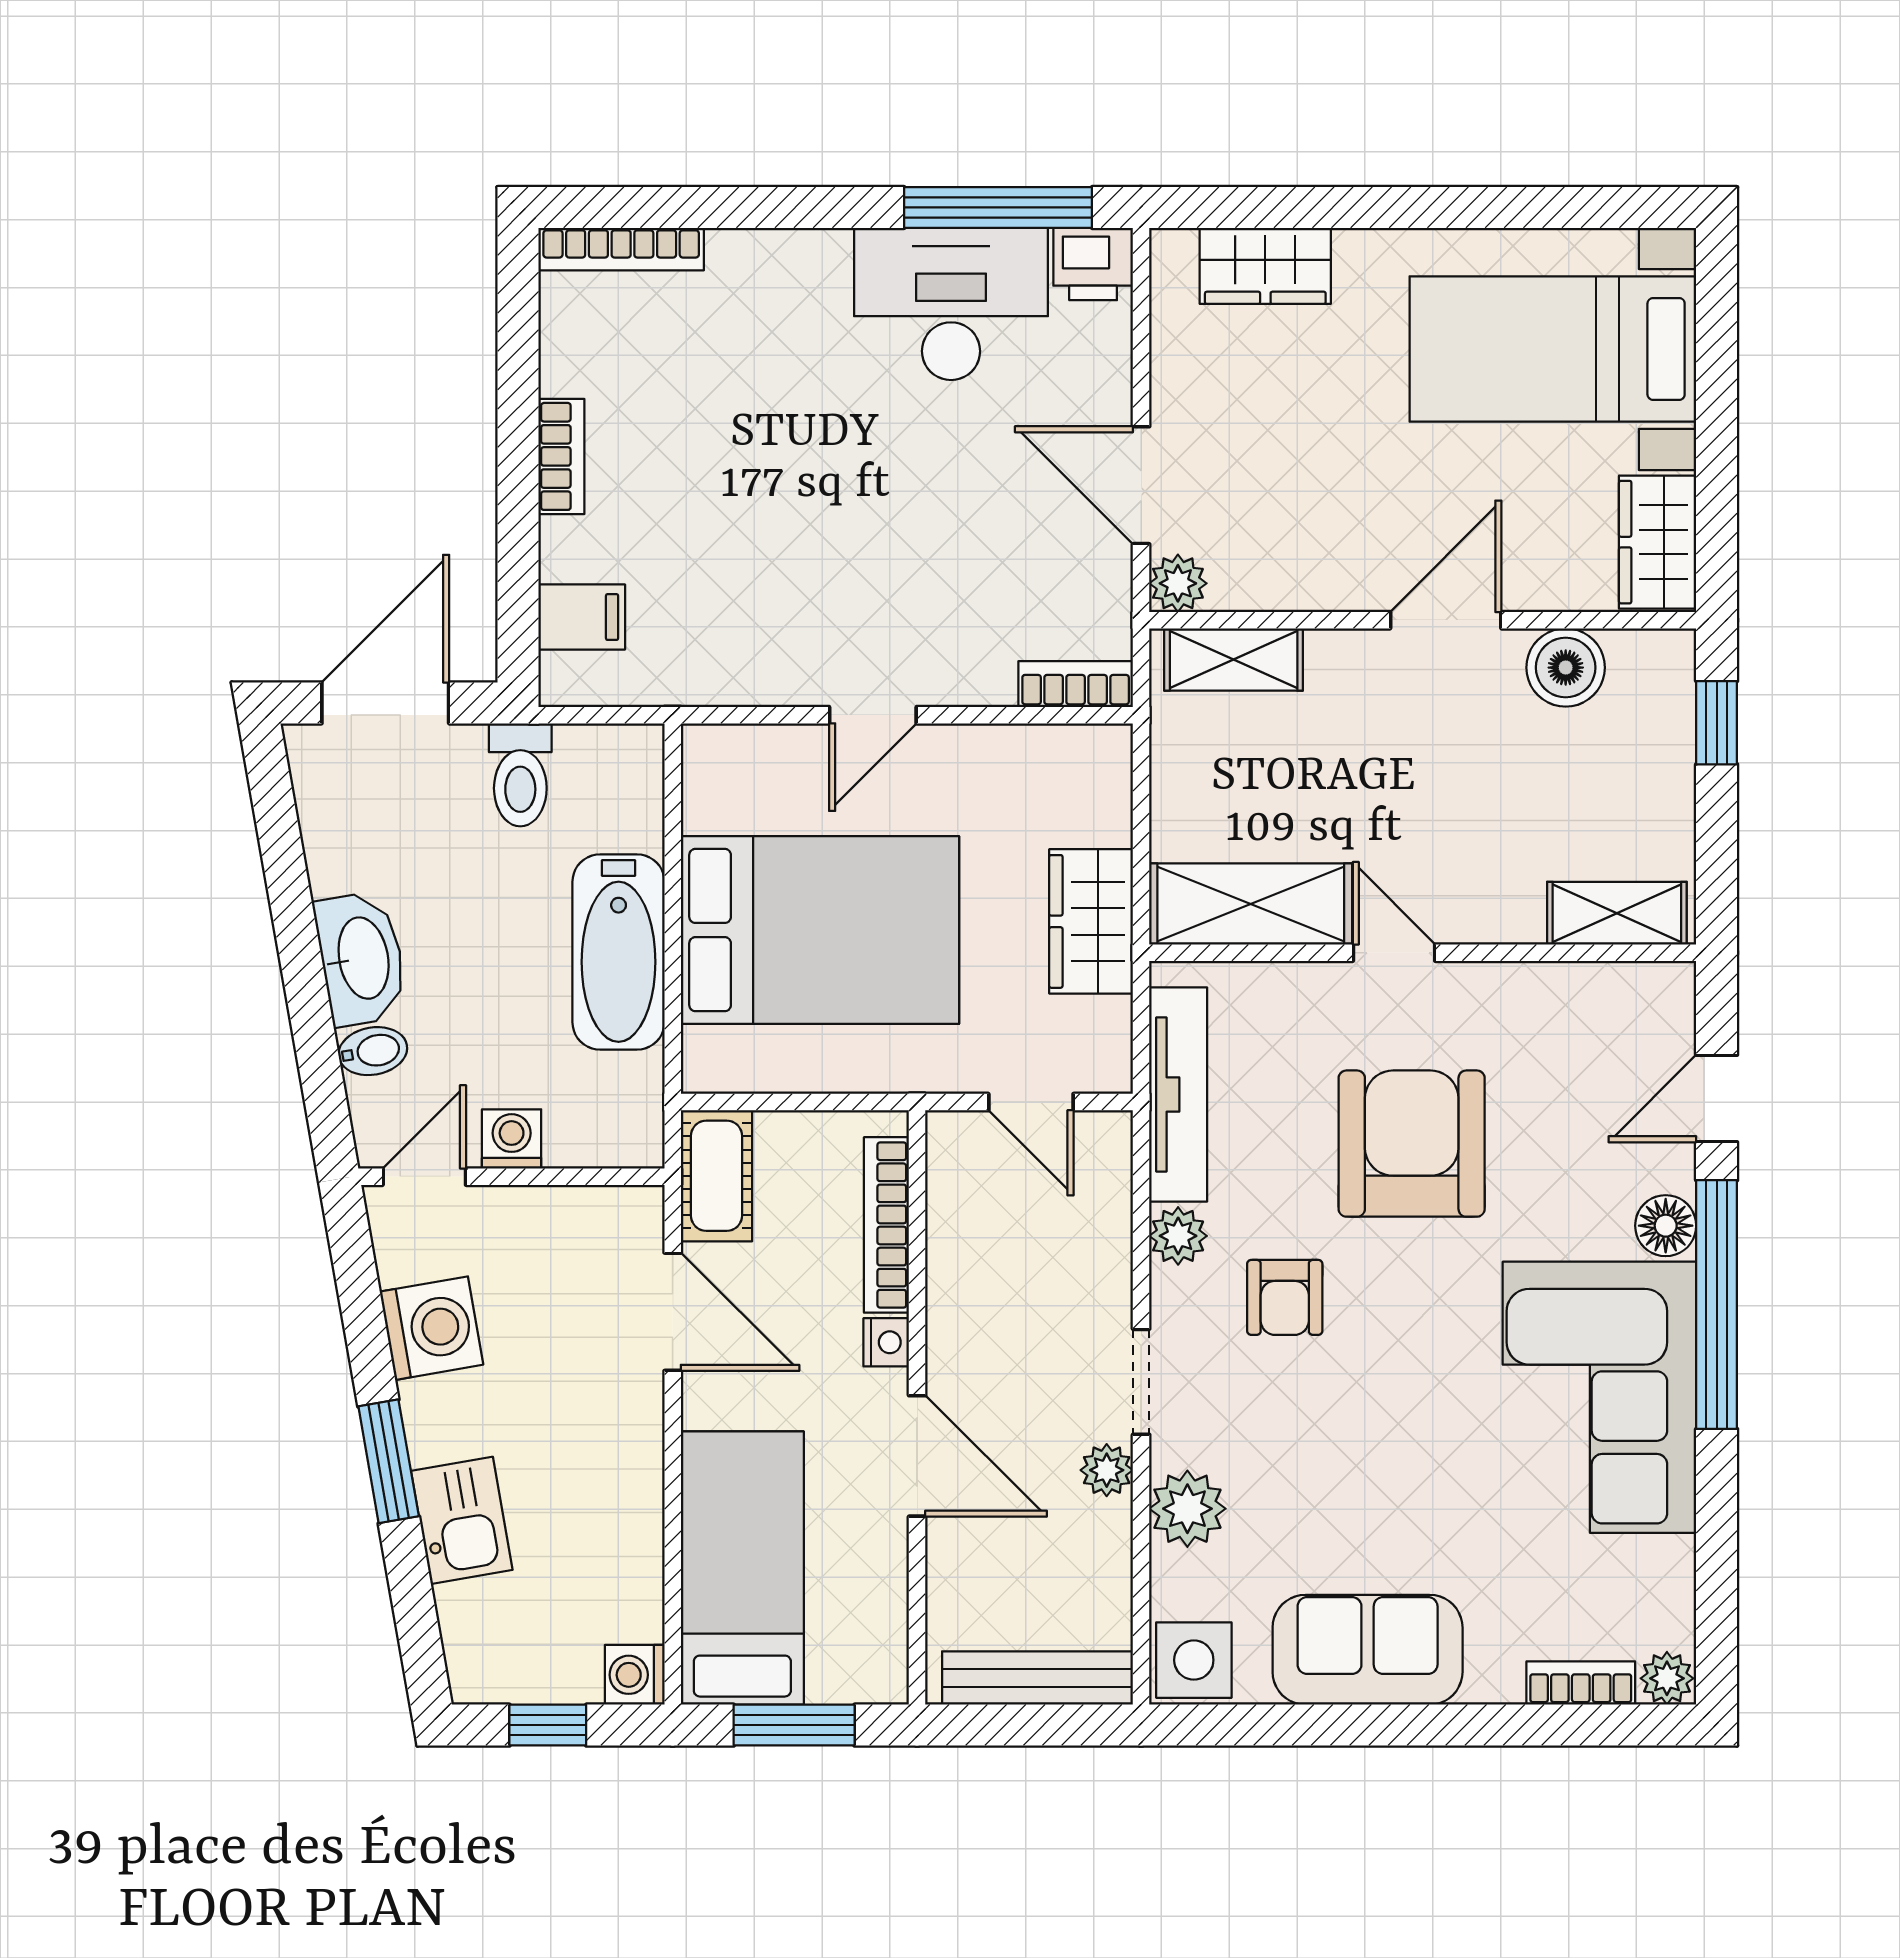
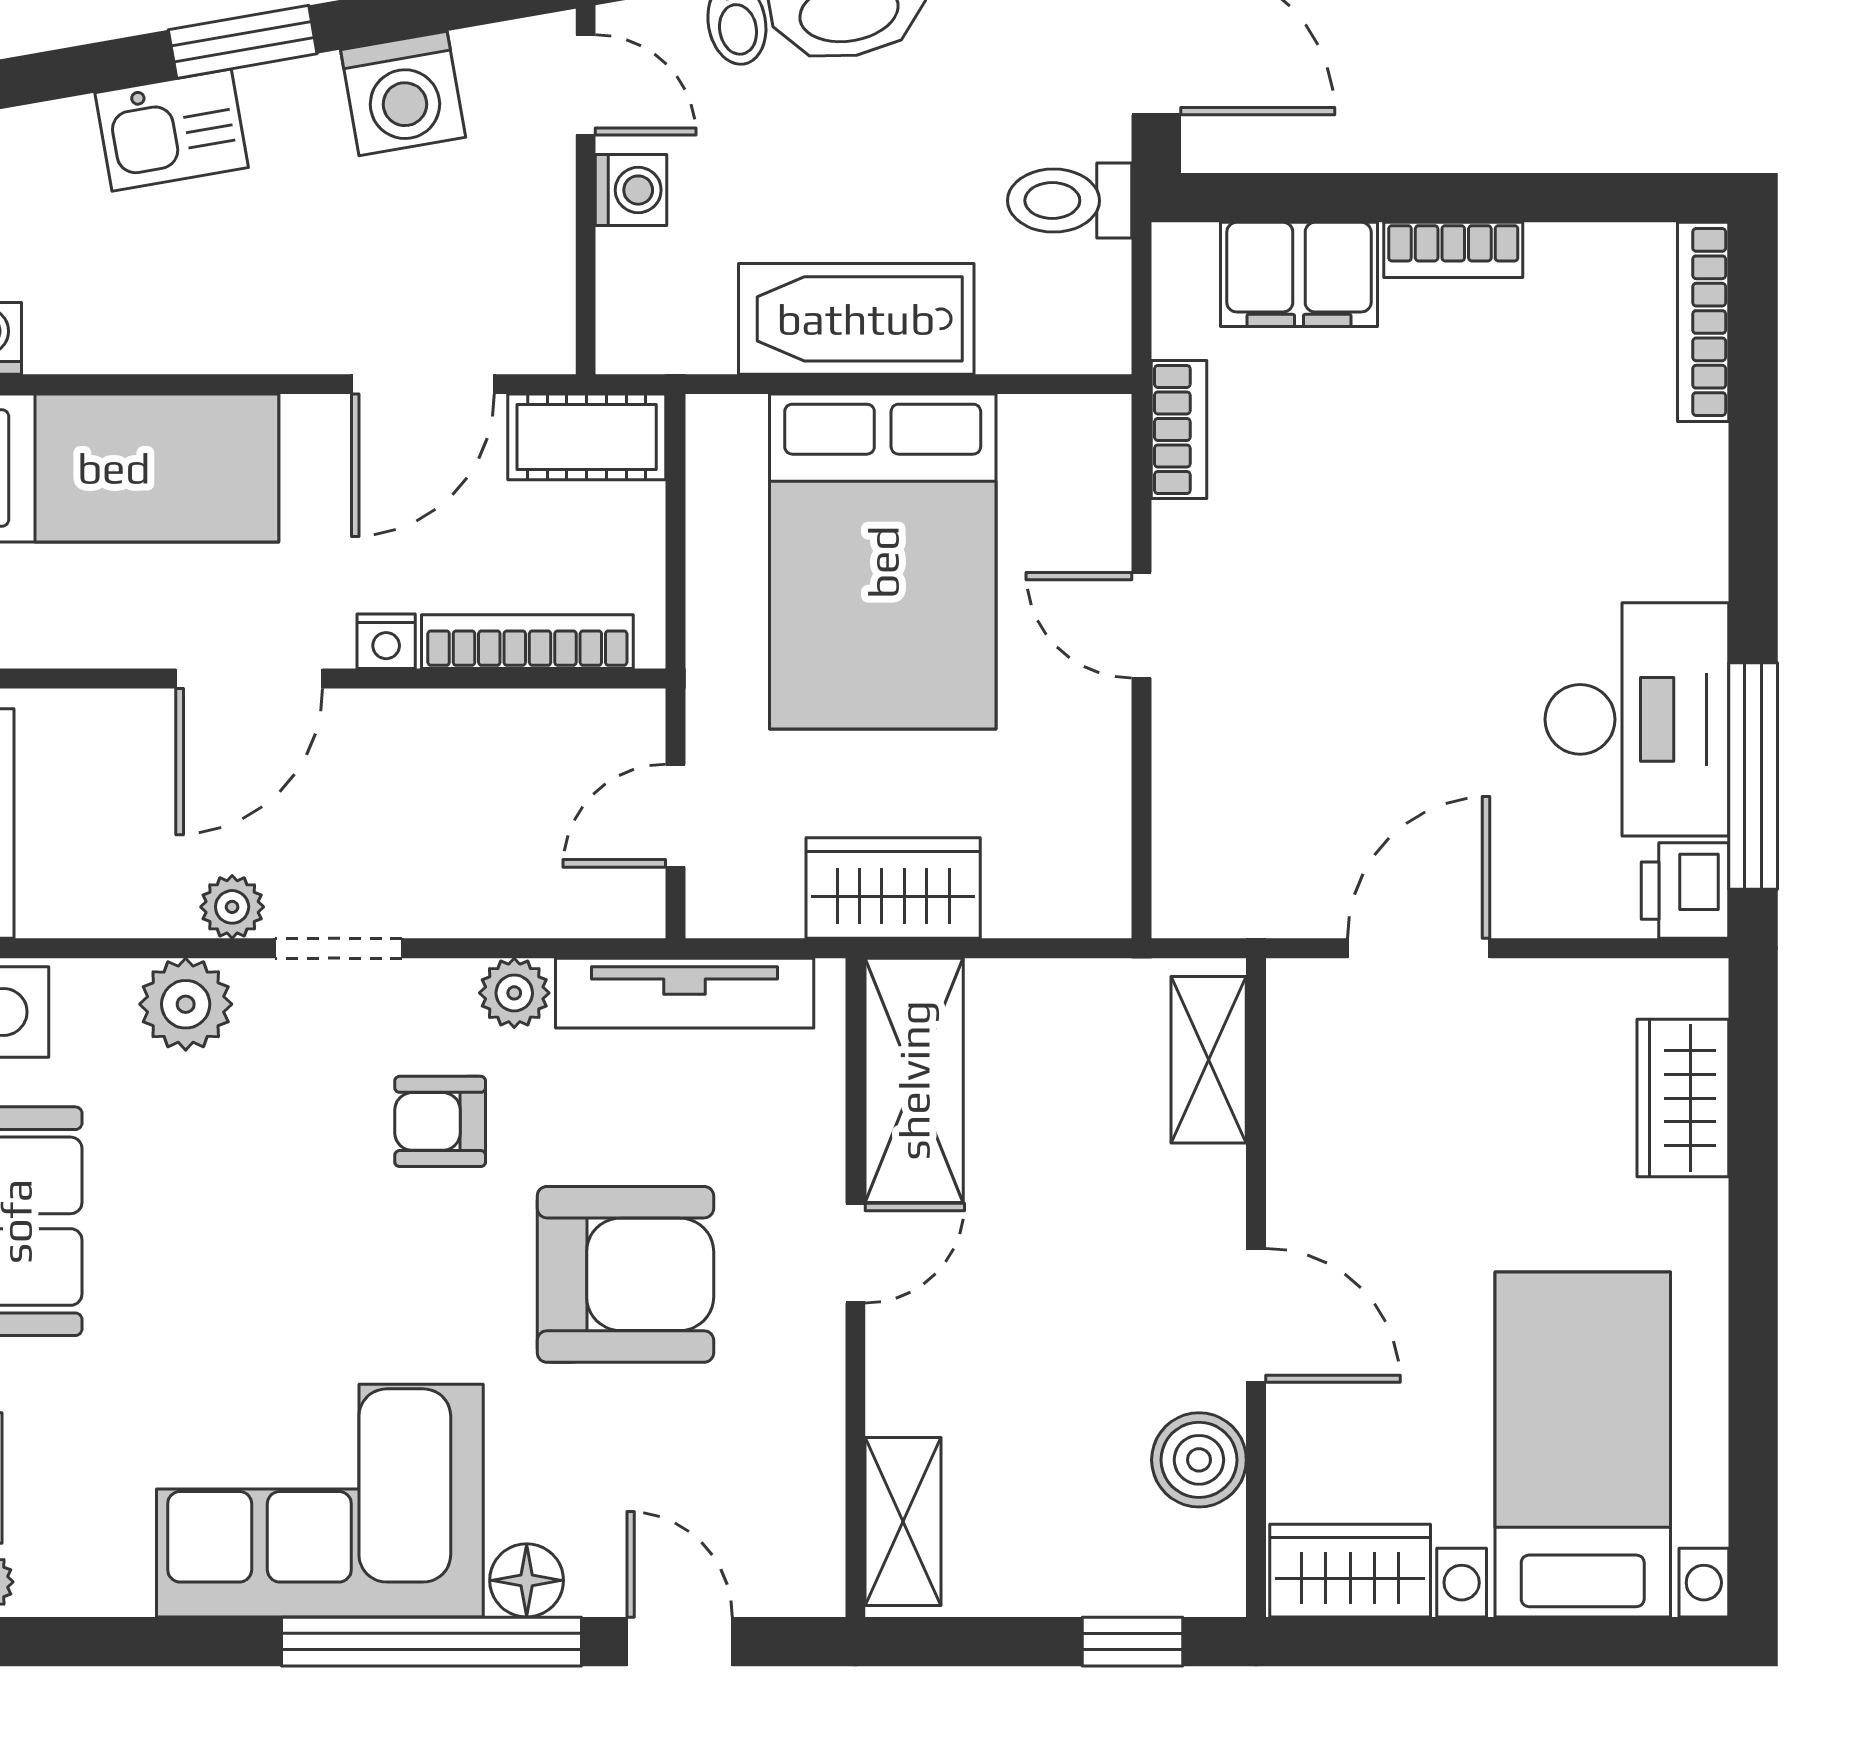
plant: (1178, 583) -> (1300, 993), removed
filing cabinet: (582, 617) -> (1299, 274), width x2.00
bookcase: (1076, 684) -> (1179, 429), moved

